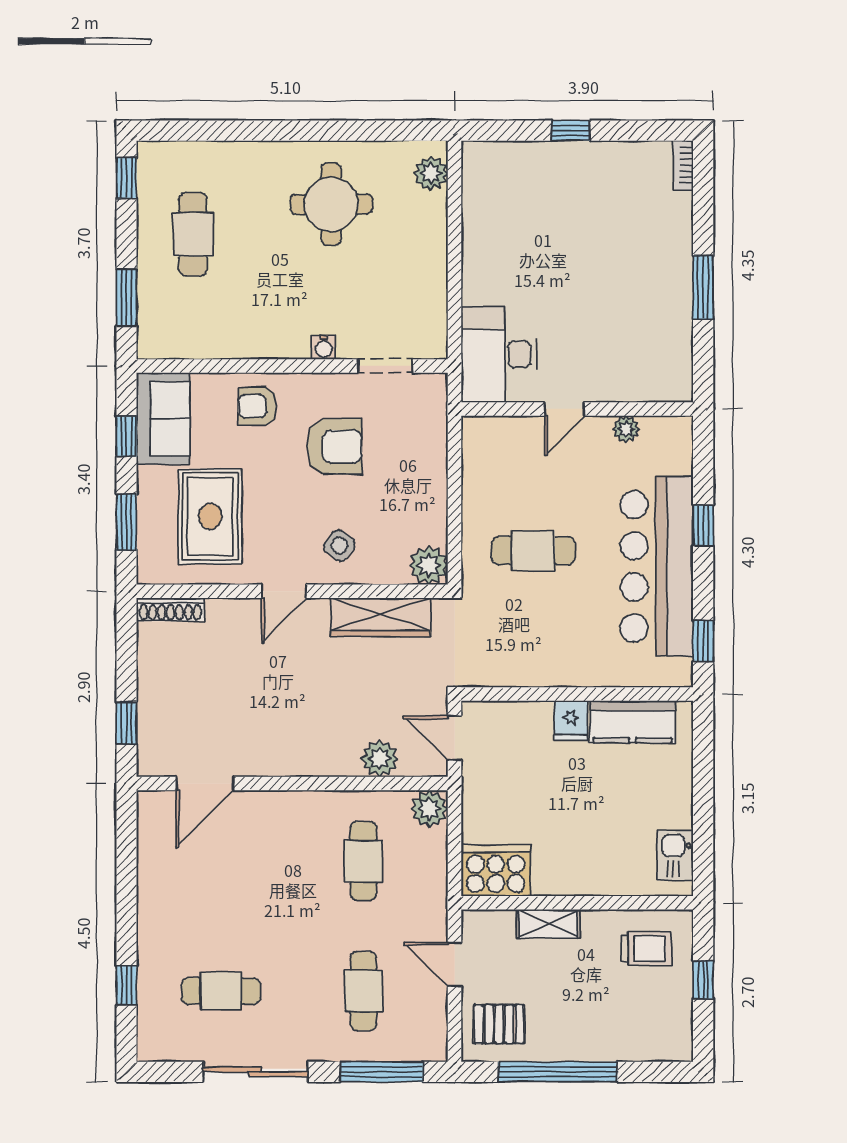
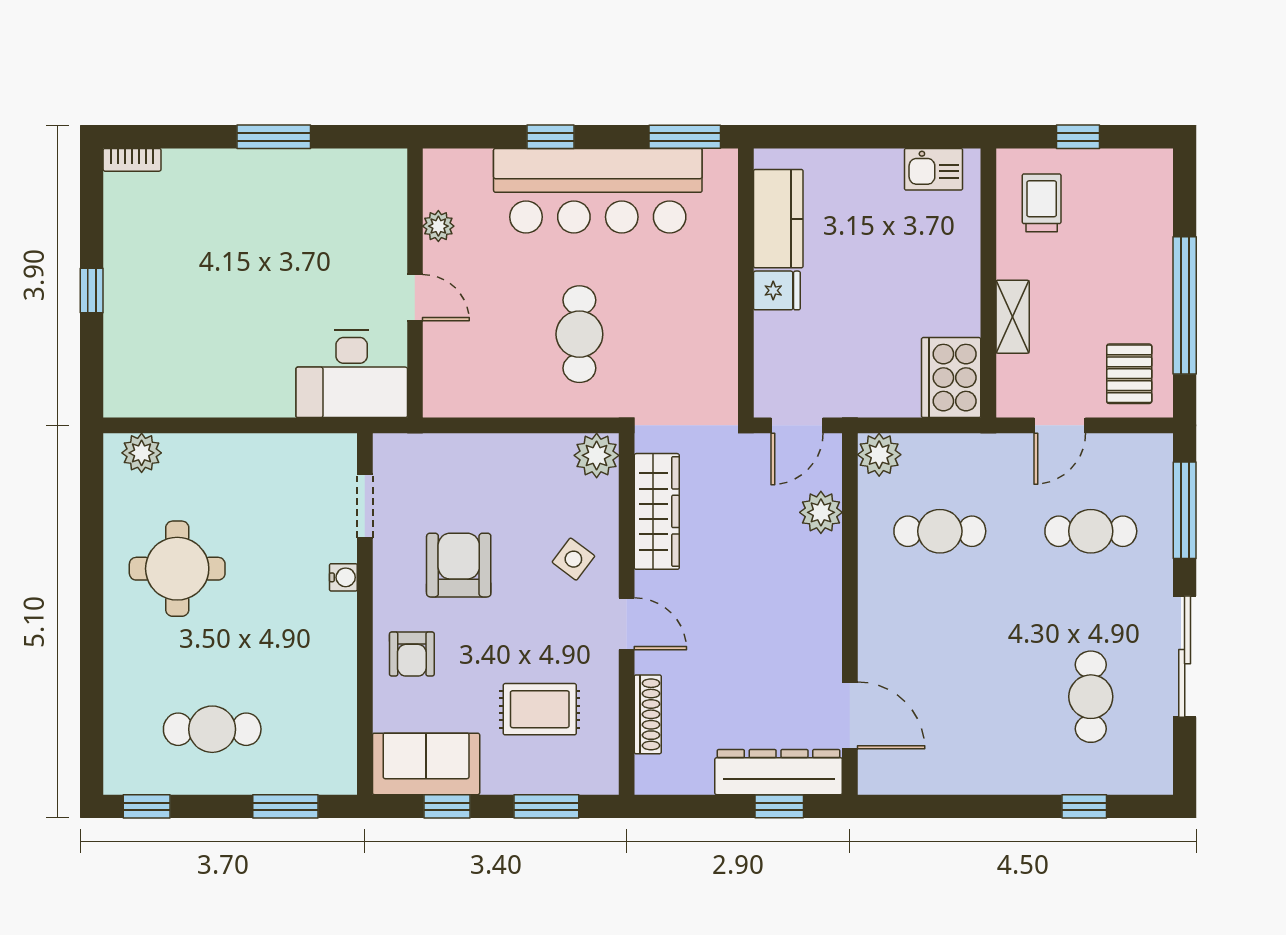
rug: (210, 516) -> (540, 709), width x0.73, depth x0.70
shoe rack: (170, 609) -> (648, 714), moved
window: (703, 641) -> (685, 137), width x1.50
dresser: (156, 722) -> (779, 772), added

